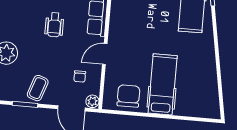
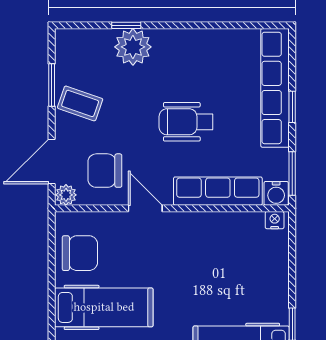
wheelchair: (54, 25) -> (186, 122), width x1.36, depth x1.37
chair: (80, 76) -> (105, 171), width x1.87, depth x1.87

